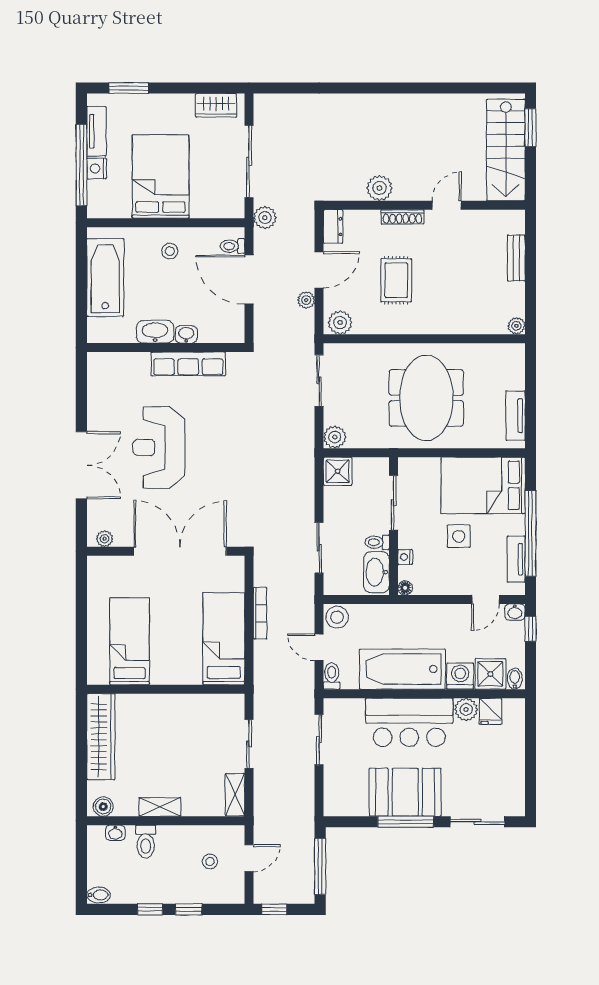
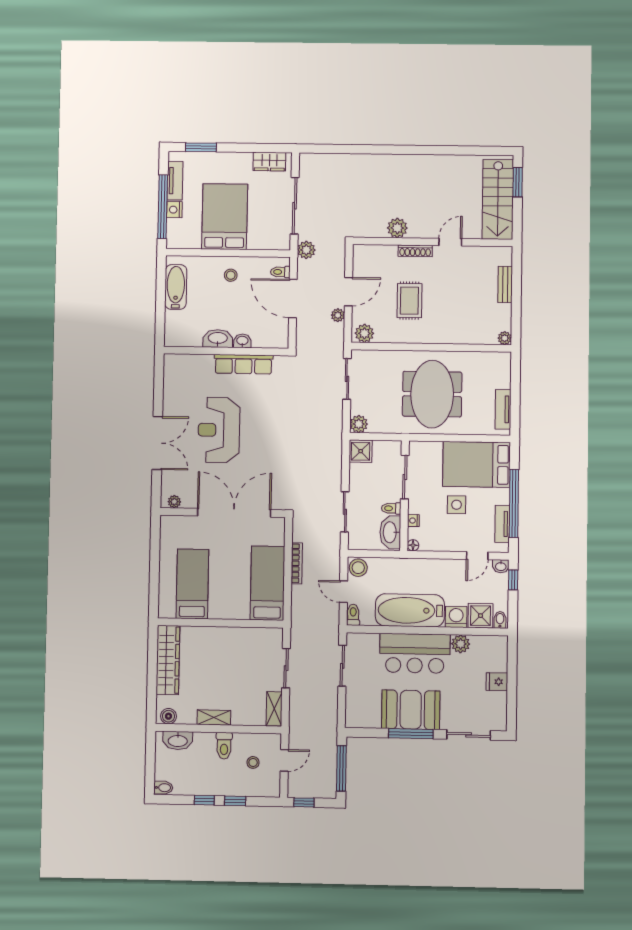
dresser: (333, 226) -> (360, 258), removed
bathtub: (105, 278) -> (176, 287), width x0.73, depth x0.73
fridge: (490, 711) -> (497, 682), moved, turned 90
washbasin: (115, 833) -> (178, 740), width x1.91, depth x1.45
toilet: (146, 842) -> (224, 746), moved

